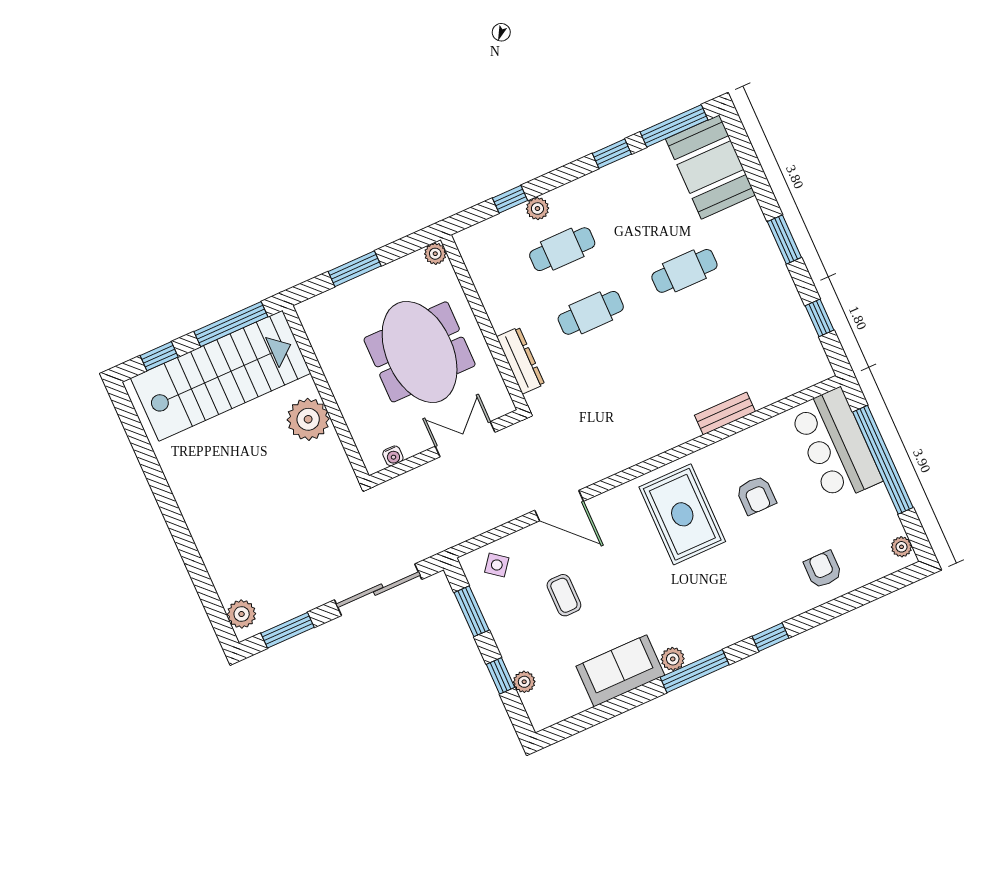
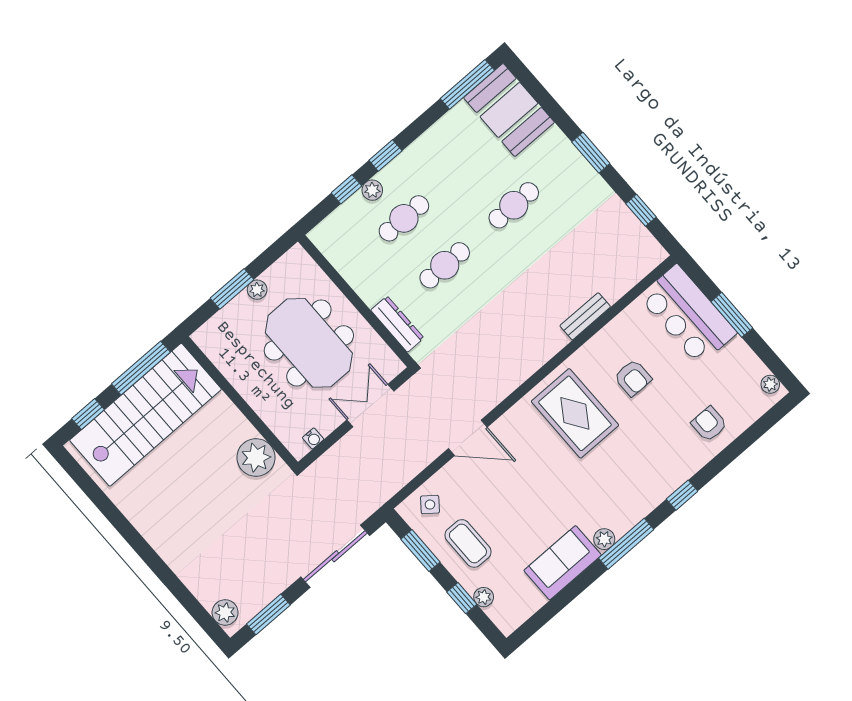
window: (612, 154) -> (385, 155), moved
plant: (435, 254) -> (257, 290), moved
plant: (308, 419) -> (256, 457), moved
window: (883, 460) -> (732, 315), width x0.47
coffee table: (564, 595) -> (468, 543), moved, width x1.36, depth x1.30

